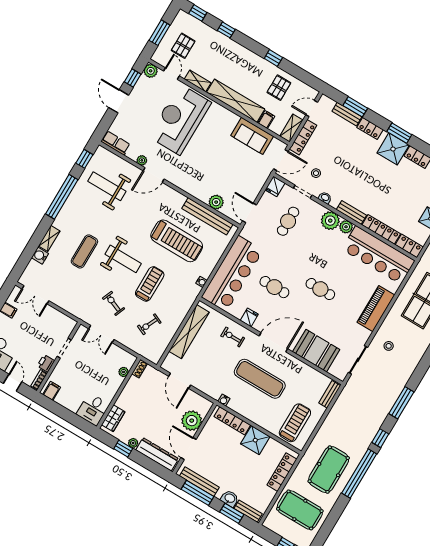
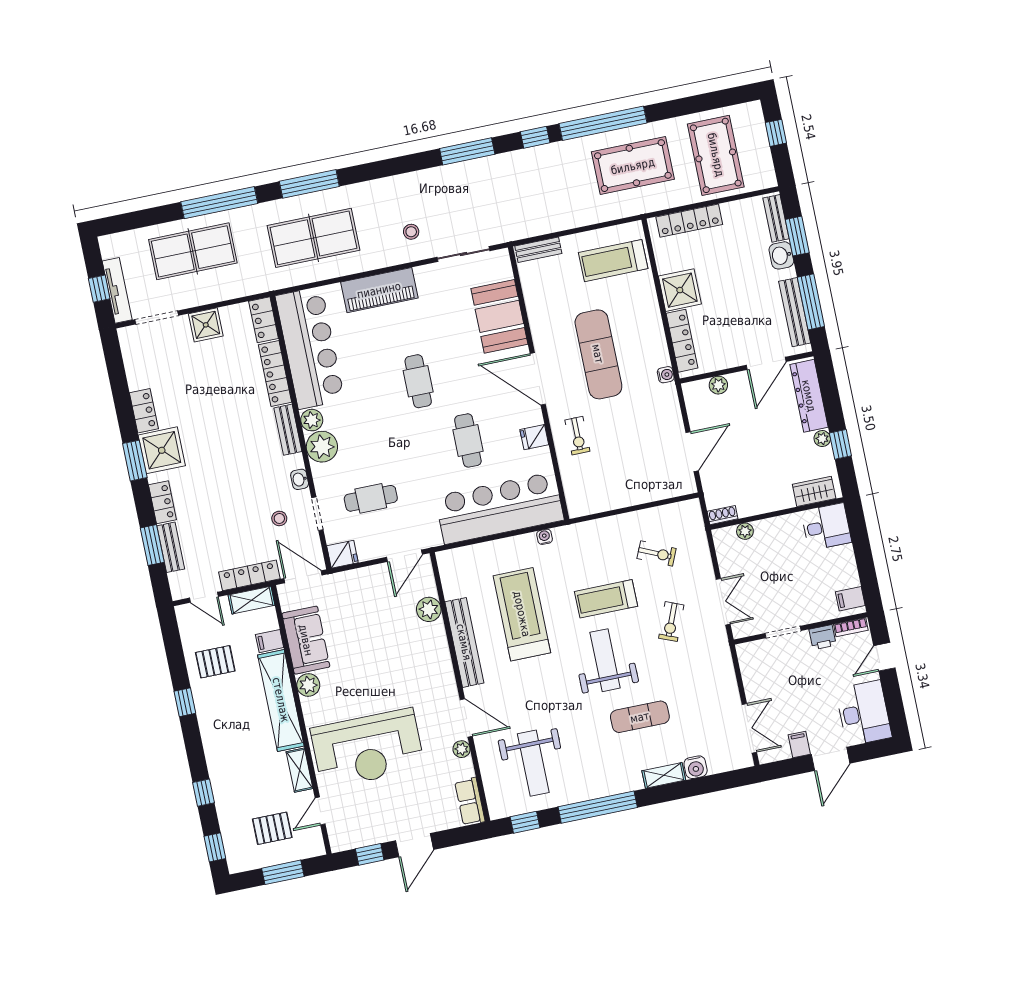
plant: (151, 71) -> (308, 685), moved
bench: (207, 216) -> (464, 642), moved
shelving: (189, 332) -> (621, 496), removed
plant: (192, 421) -> (718, 385), width x0.53, depth x0.53

